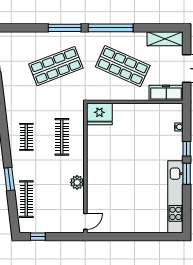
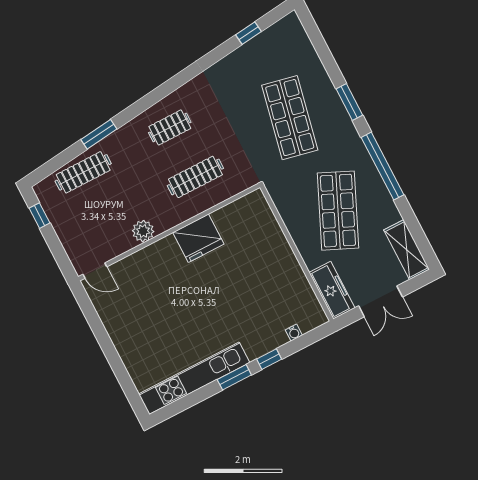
window: (65, 28) -> (349, 102), width x0.69
shop shelf: (56, 66) -> (290, 118), turned 33
fridge: (99, 114) -> (198, 238), moved, turned -90

